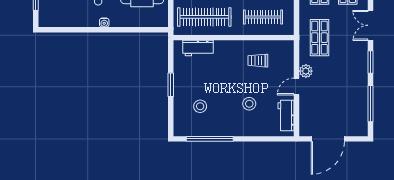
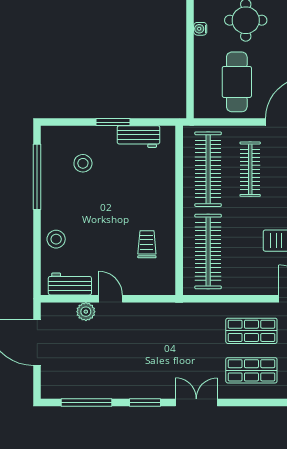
clothes rail: (263, 17) -> (208, 252), width x1.37, depth x1.31
shop shelf: (320, 38) -> (179, 331), removed
workbench: (198, 48) -> (139, 137), moved, turned -90
plant: (306, 71) -> (86, 312), moved
stool: (249, 104) -> (56, 239), moved

